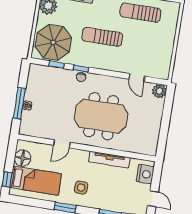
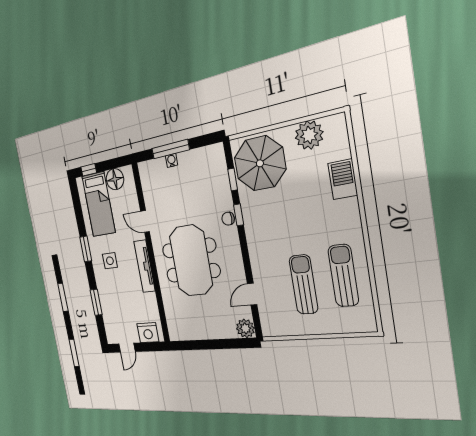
sun lounger: (102, 37) -> (304, 284), moved
tv unit: (109, 160) -> (145, 266), moved

